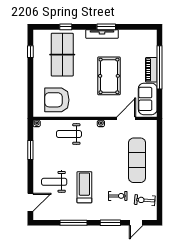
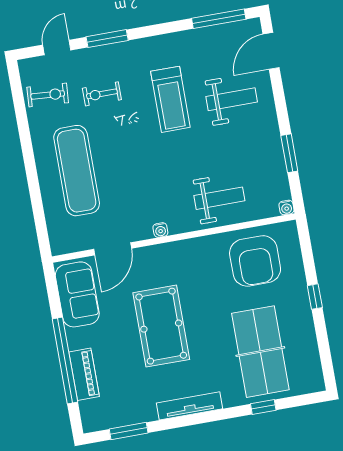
window: (106, 27) -> (129, 431), moved
window: (30, 52) -> (315, 297), moved
piano: (151, 70) -> (84, 374), moved
armchair: (57, 100) -> (255, 261), turned 90
window: (74, 223) -> (219, 19), moved

